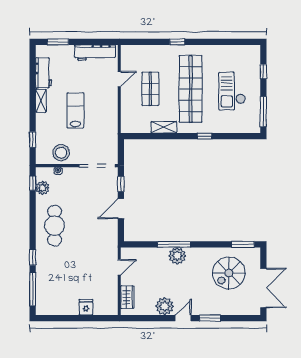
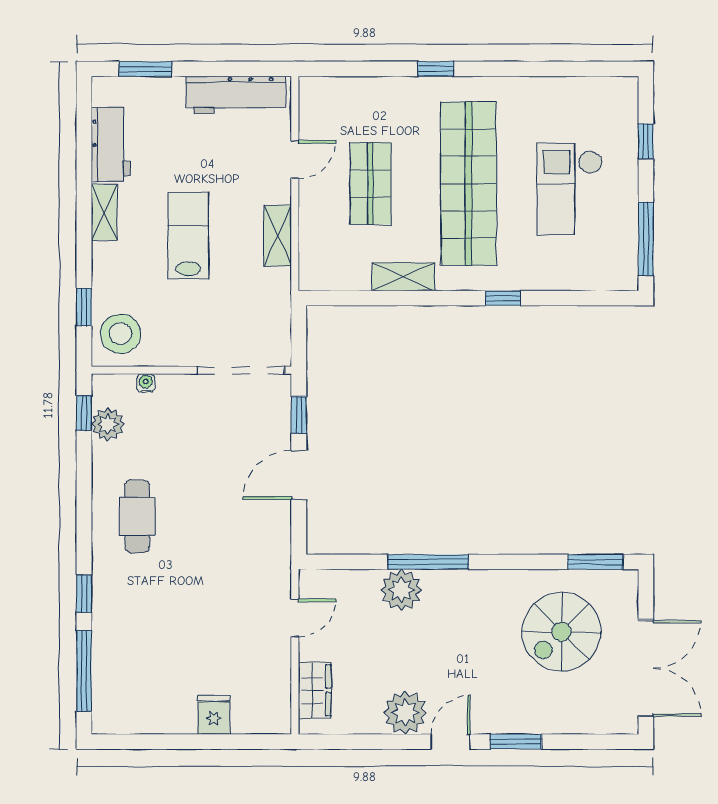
shelving: (112, 110) -> (278, 236), added
stool: (61, 153) -> (120, 334), moved
cafe table: (55, 226) -> (137, 516), width x0.73, depth x0.74
plant: (177, 256) -> (401, 590), moved

